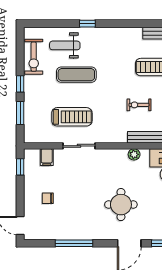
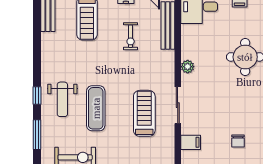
window: (53, 24) -> (37, 135), added
weight bench: (65, 45) -> (62, 99), moved
plant: (134, 154) -> (188, 67), moved

